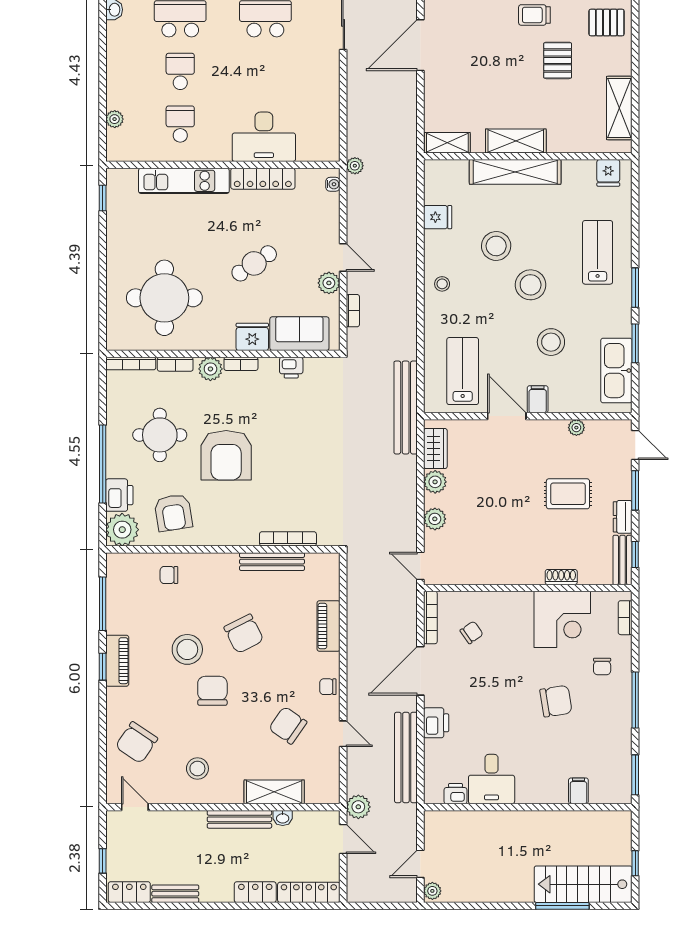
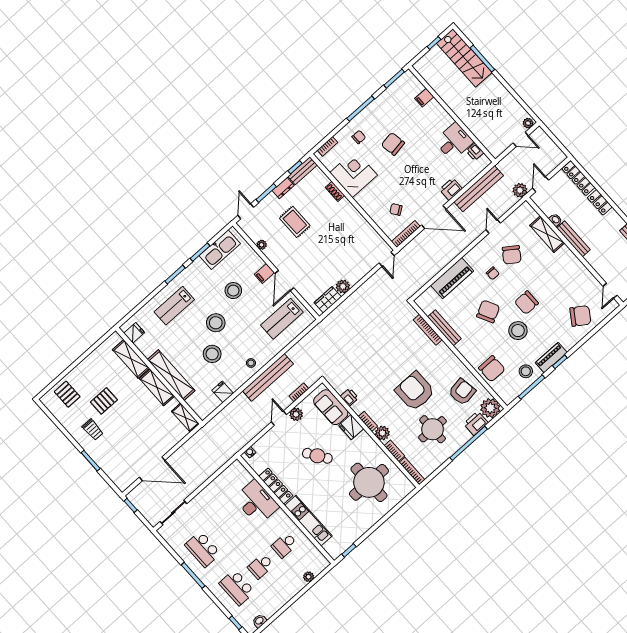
shelving: (619, 108) -> (131, 359), moved, turned 90
plant: (355, 166) -> (233, 450), removed
bench: (406, 407) -> (268, 377), moved
armchair: (226, 455) -> (415, 391), turned -90
plant: (435, 519) -> (360, 272), removed
chair: (169, 575) -> (492, 369), width x1.87, depth x1.87
piano: (329, 626) -> (452, 278), width x1.37, depth x1.33
chair: (328, 687) -> (493, 273), moved
stool: (197, 769) -> (526, 371), moved

